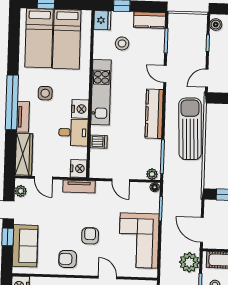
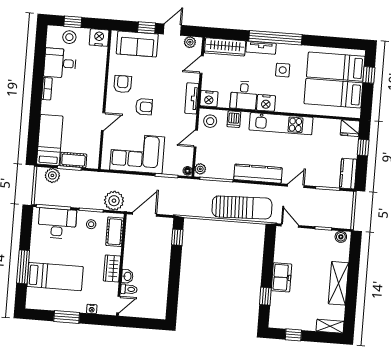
stool: (122, 43) -> (210, 121), moved

